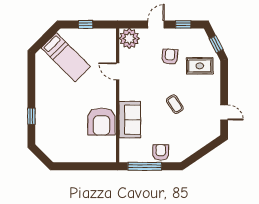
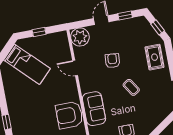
armchair: (170, 57) -> (112, 61), moved
rug: (200, 66) -> (155, 57), moved, turned 90
armchair: (101, 122) -> (69, 115), turned 90

